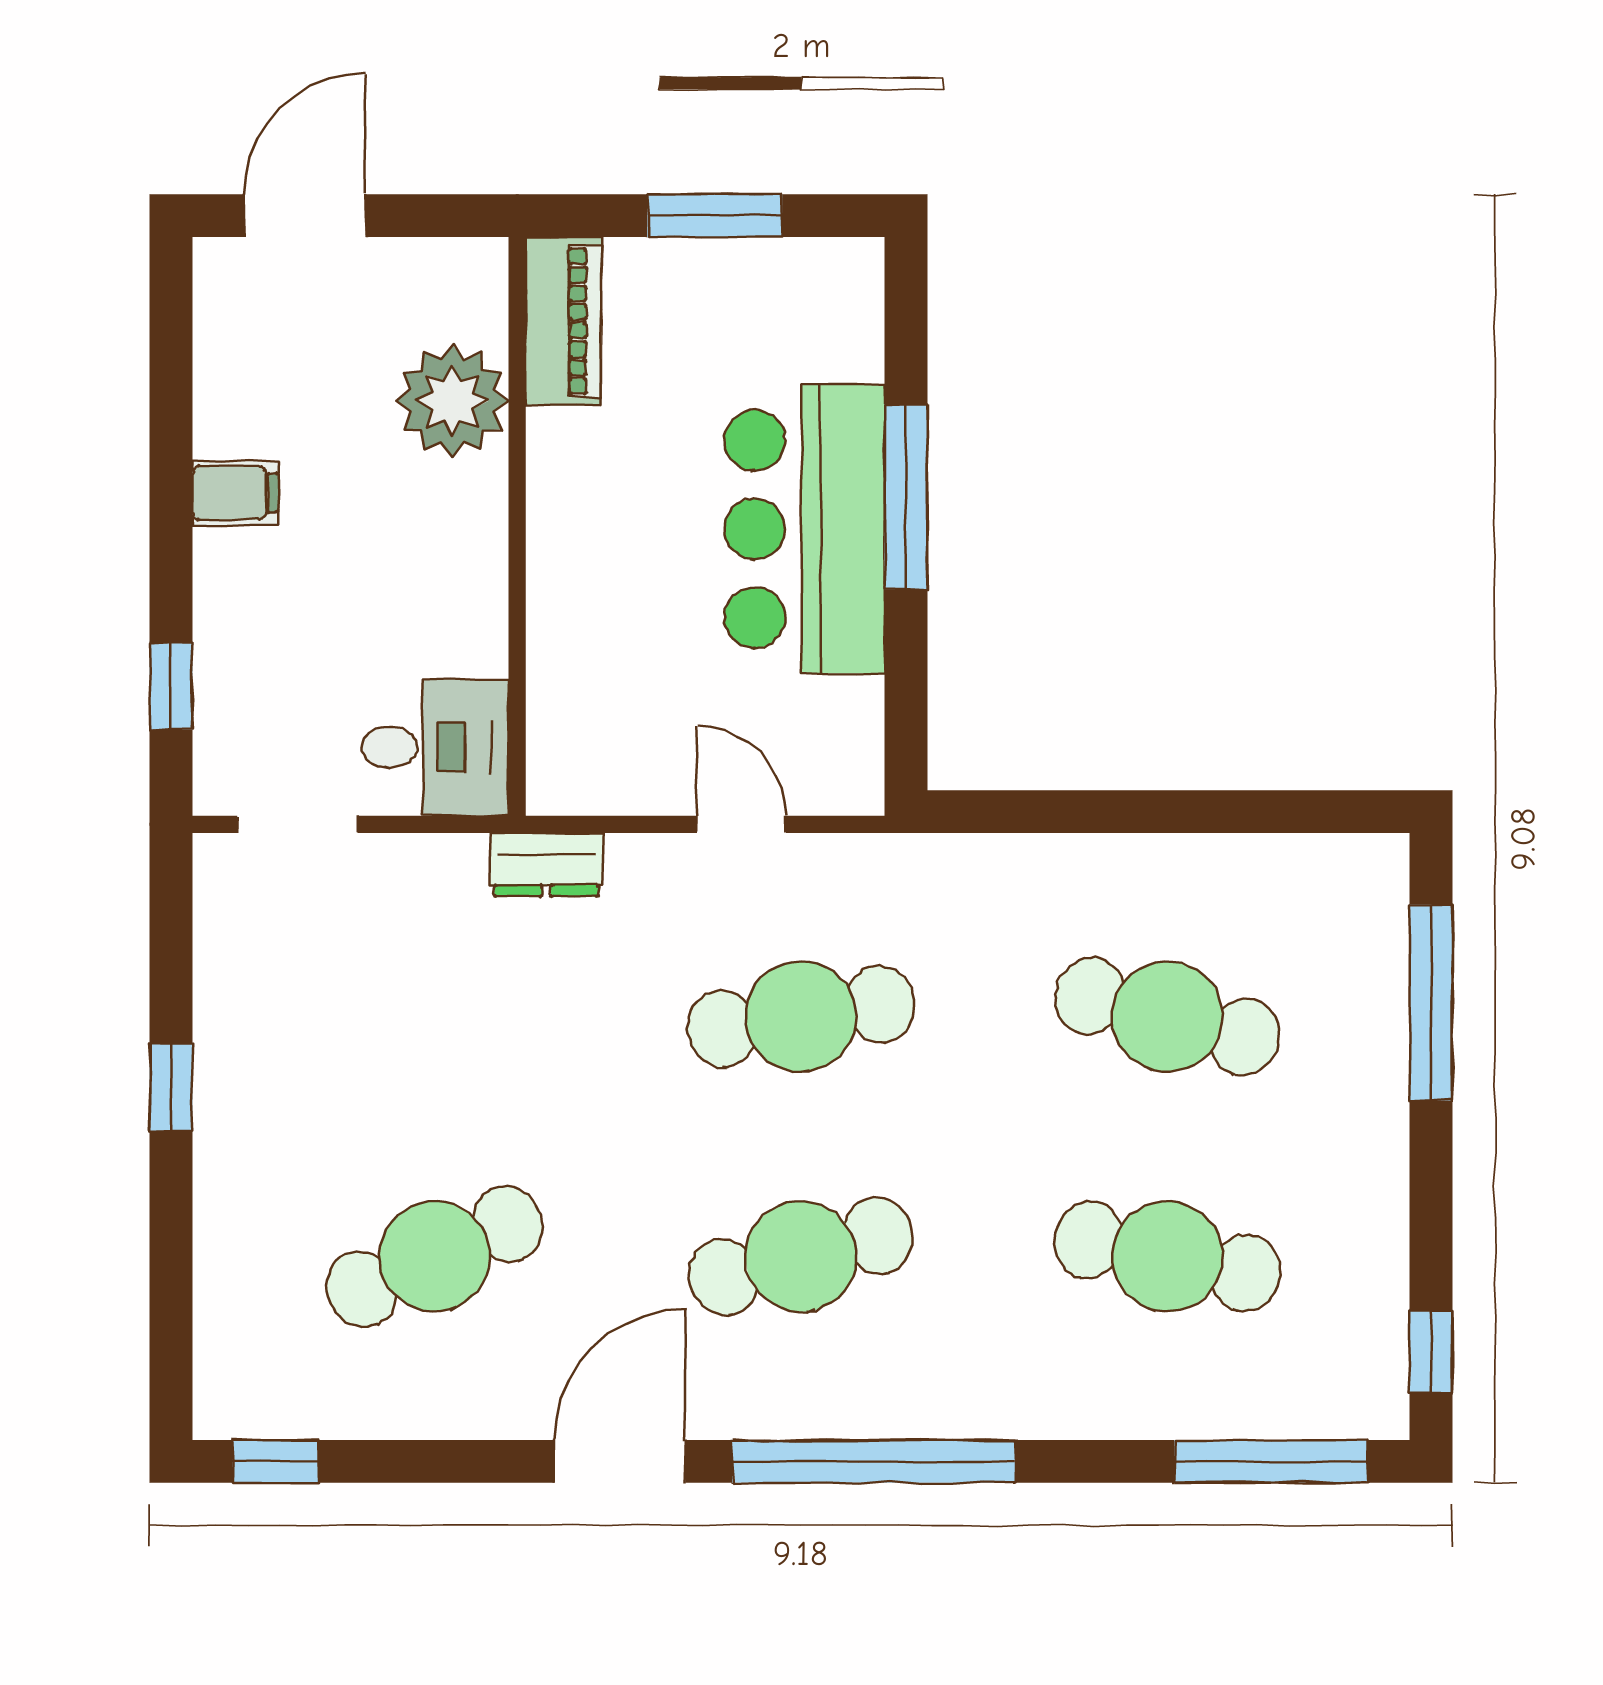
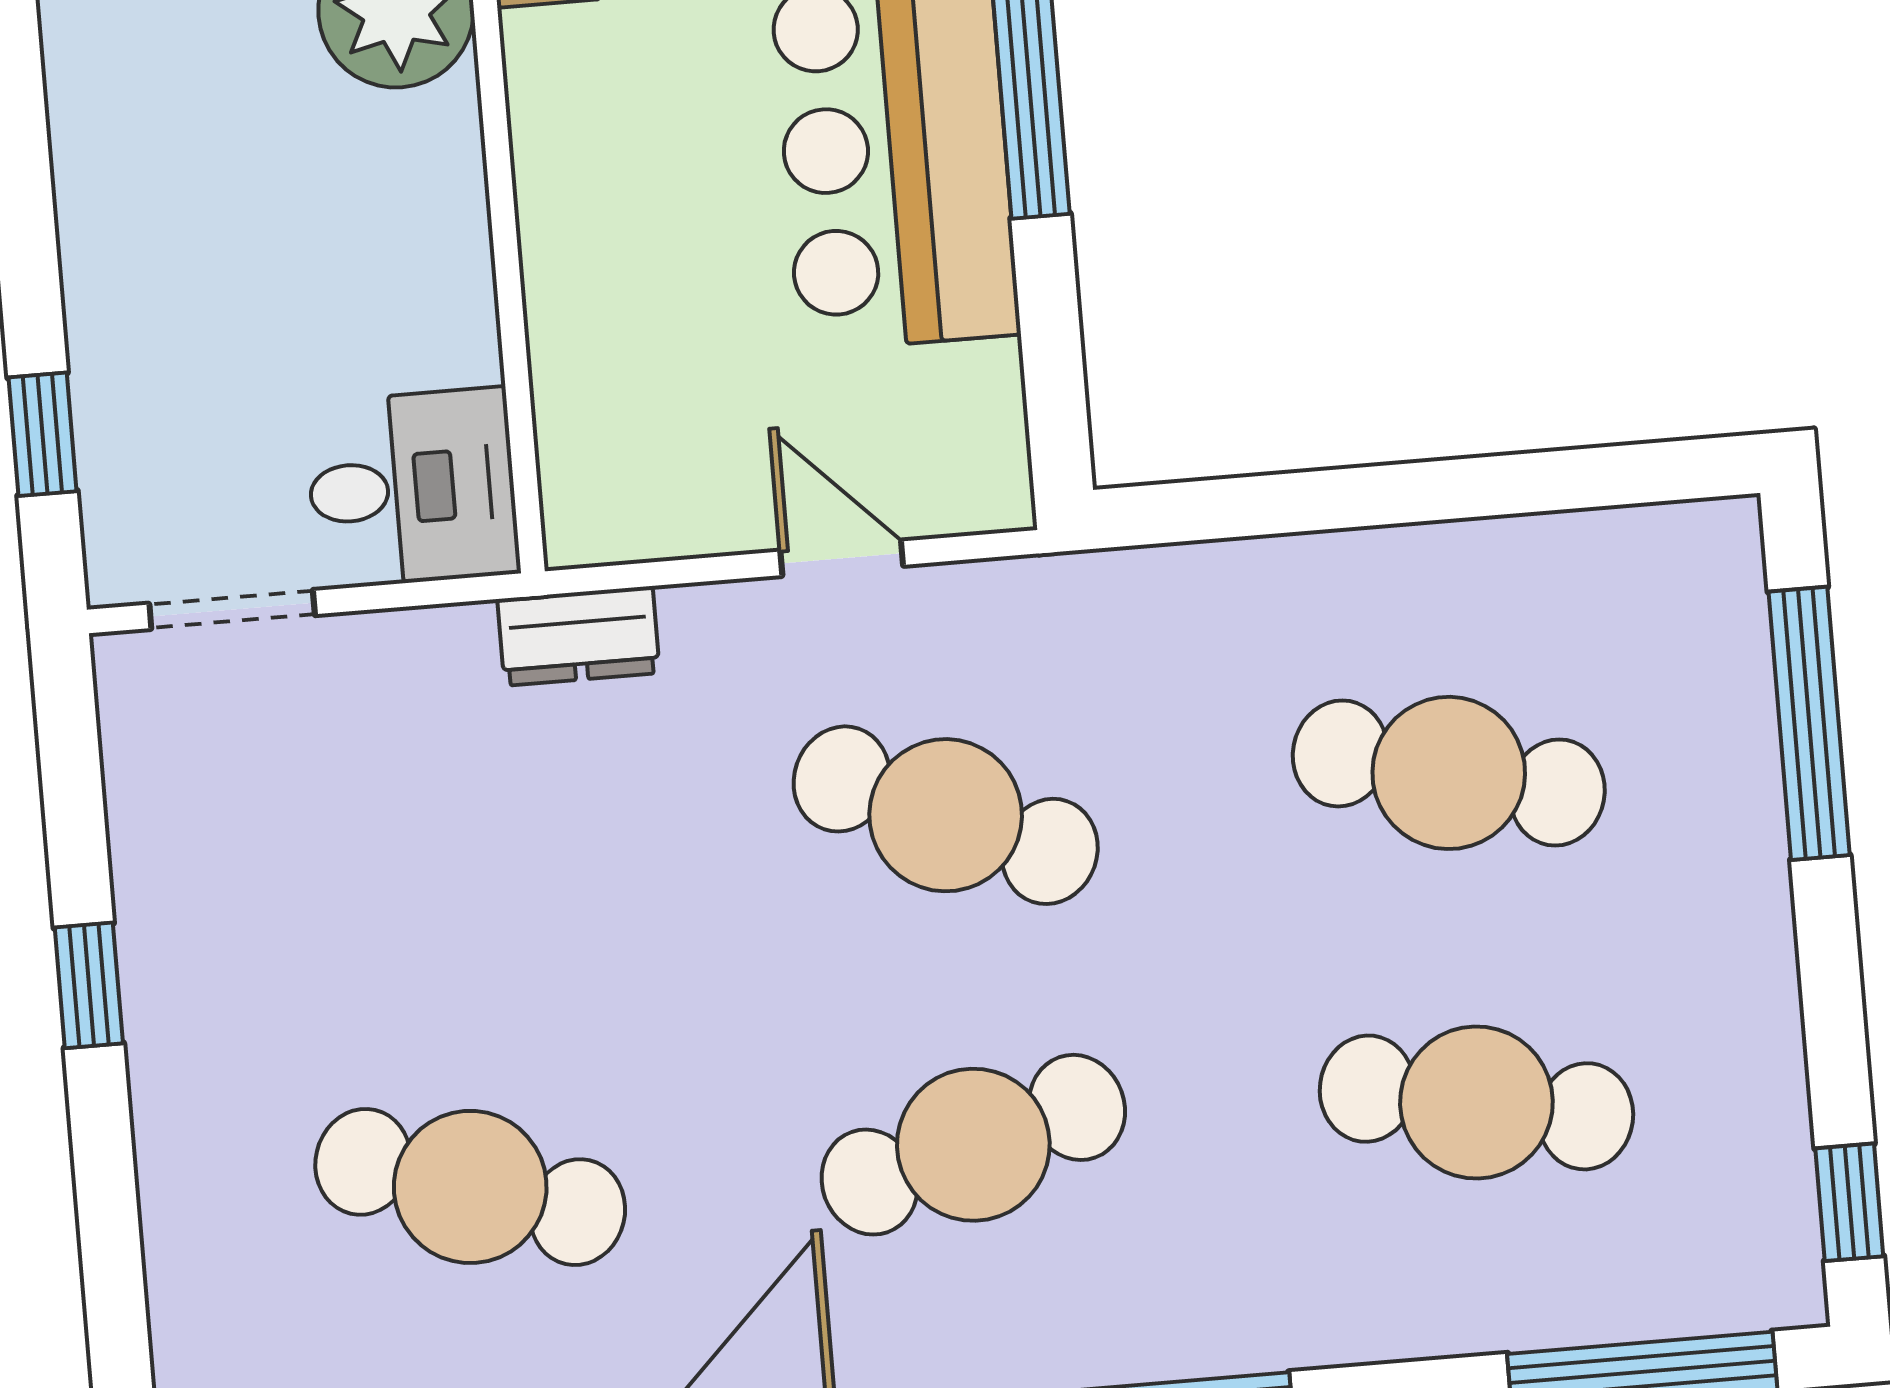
filing cabinet: (235, 493) -> (108, 161), removed
cafe table: (801, 1016) -> (946, 815), turned 33
cafe table: (435, 1256) -> (470, 1187), turned 42

